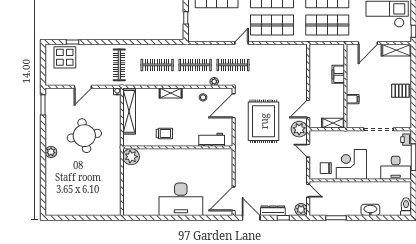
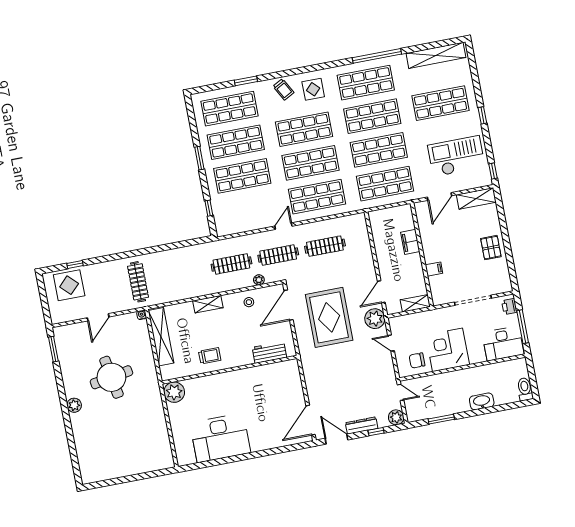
clothes rail: (157, 65) -> (325, 246), moved
pallet: (400, 91) -> (491, 248), turned 90
desk: (181, 199) -> (220, 438), moved

